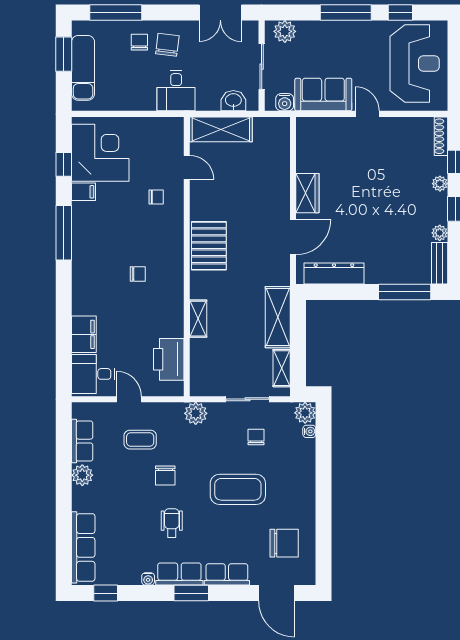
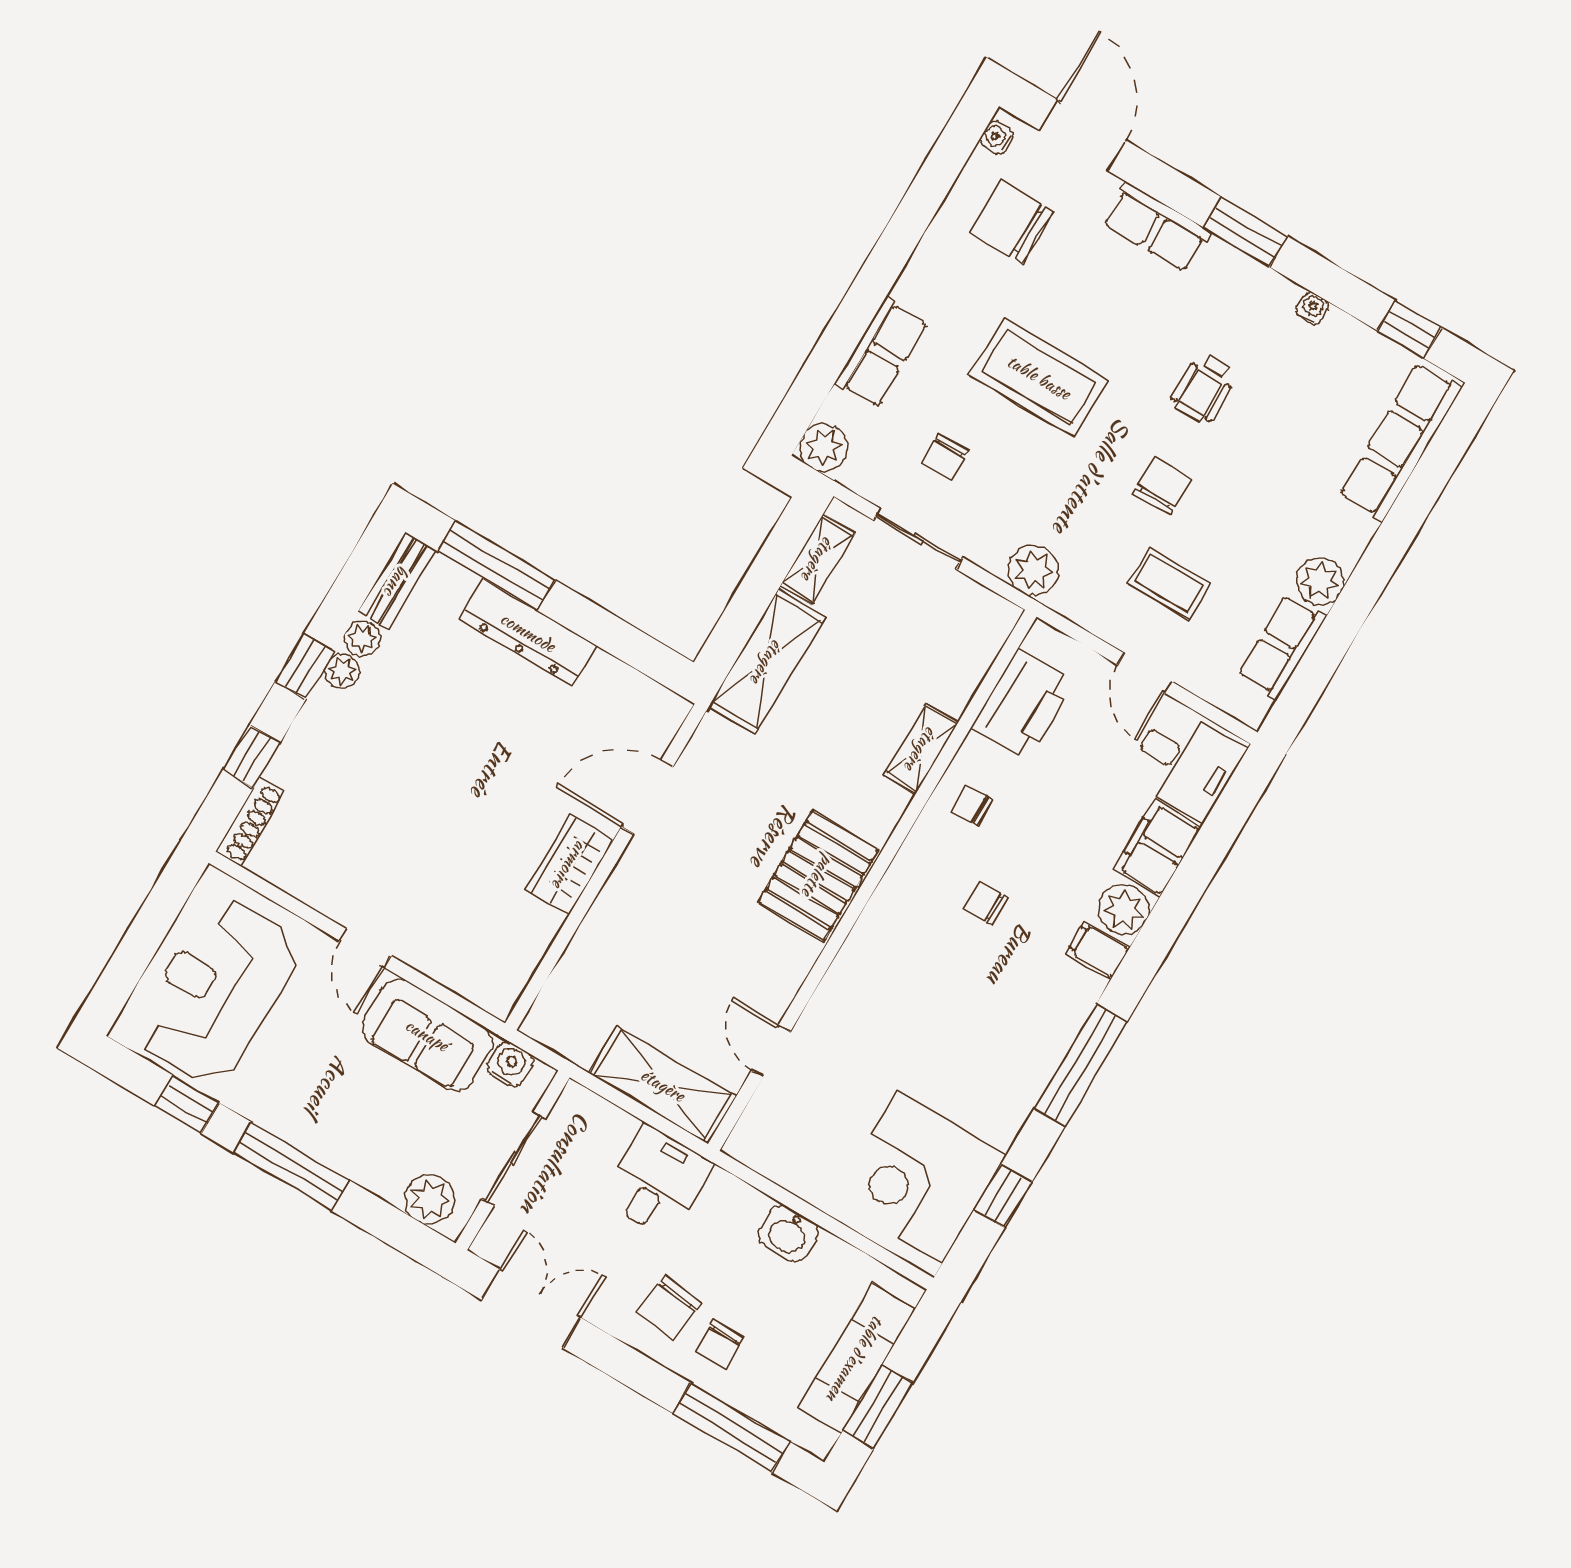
desk: (176, 91) -> (657, 1182), moved
washbasin: (233, 101) -> (788, 1234), moved
plant: (440, 184) -> (342, 671), moved
filing cabinet: (84, 192) -> (1098, 950), moved
chair: (156, 197) -> (972, 806), moved
dresser: (334, 273) -> (528, 632), moved
plant: (83, 303) -> (1124, 909), added
water cooler: (309, 431) -> (997, 137), moved
row of seats: (179, 574) -> (881, 353), moved, turned -90

